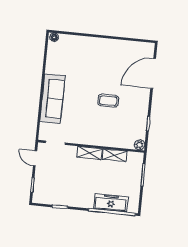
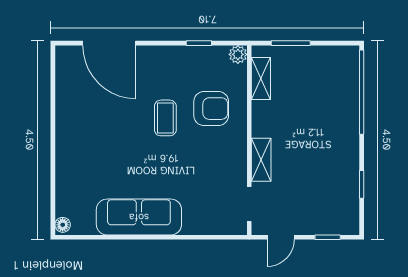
sofa: (52, 99) -> (139, 217), moved
armchair: (111, 127) -> (211, 109), added
shelving: (90, 153) -> (261, 160), moved
shelving: (114, 155) -> (261, 78), moved
freezer: (111, 203) -> (346, 95), removed

